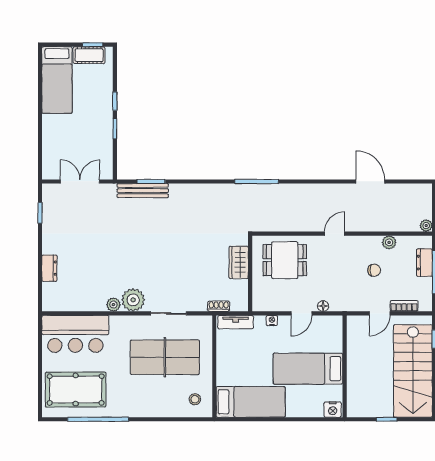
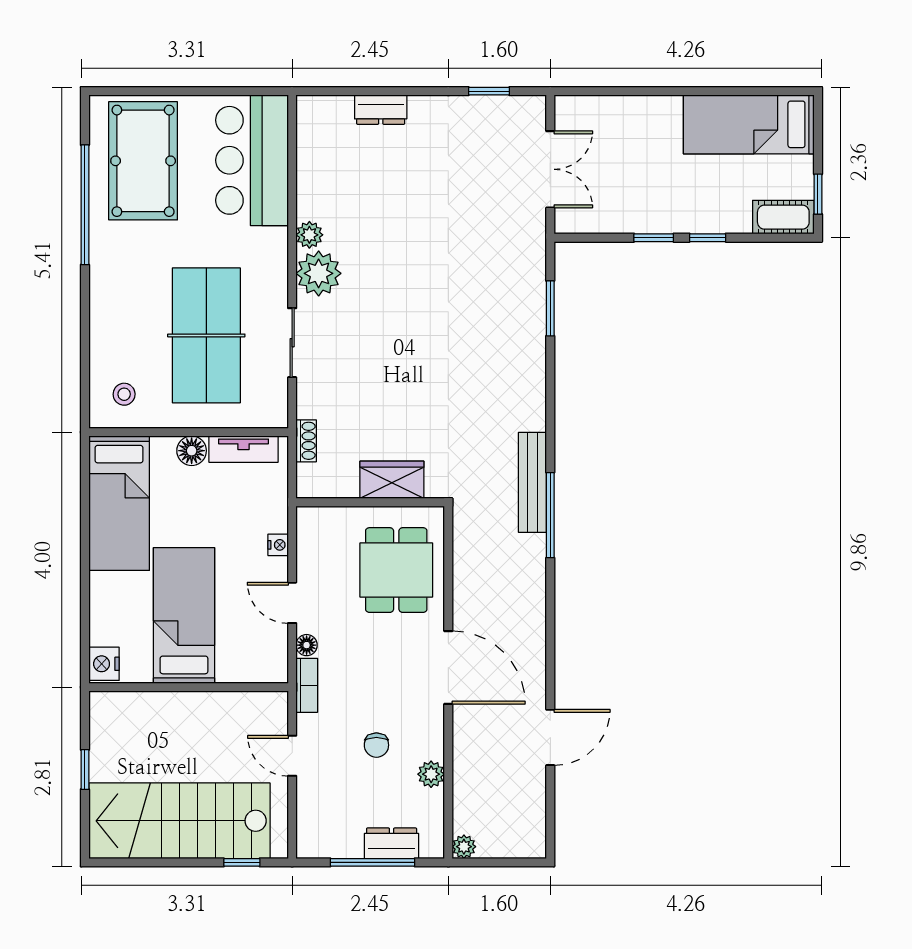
cot: (89, 55) -> (783, 217), moved, turned 90
bench: (143, 191) -> (532, 482), moved
door: (335, 234) -> (448, 668), width x1.87
bookcase: (404, 306) -> (307, 685), moved
tv unit: (236, 322) -> (244, 449), moved, turned -90
floor lamp: (224, 365) -> (192, 451), added

